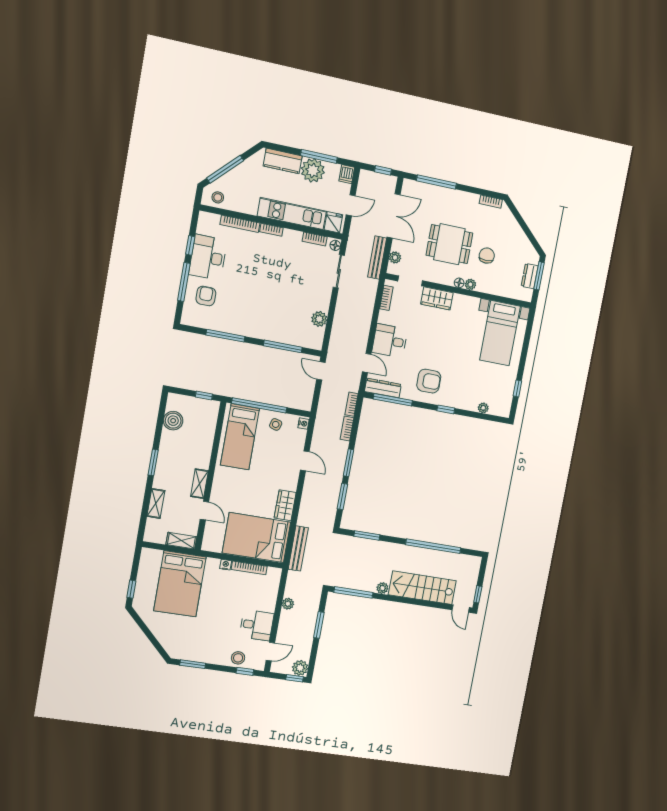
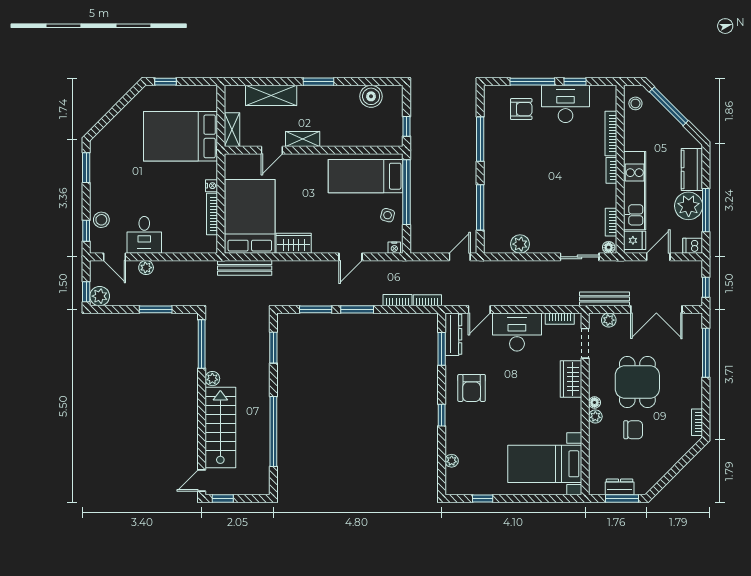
door: (351, 205) -> (658, 257), swing flipped
desk: (390, 341) -> (517, 332), width x1.37
window: (393, 400) -> (442, 349), width x0.69
shelving: (156, 503) -> (271, 95), width x1.50, depth x1.33
plant: (288, 604) -> (146, 268), moved

